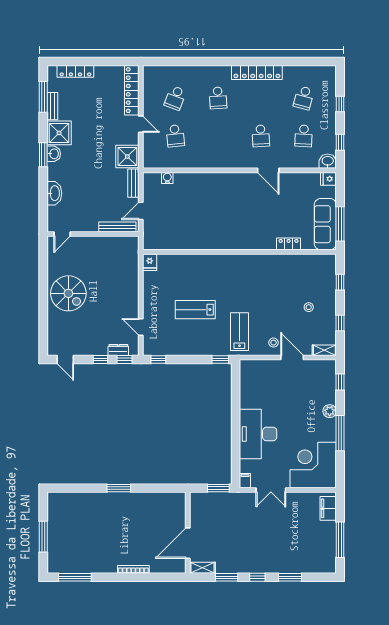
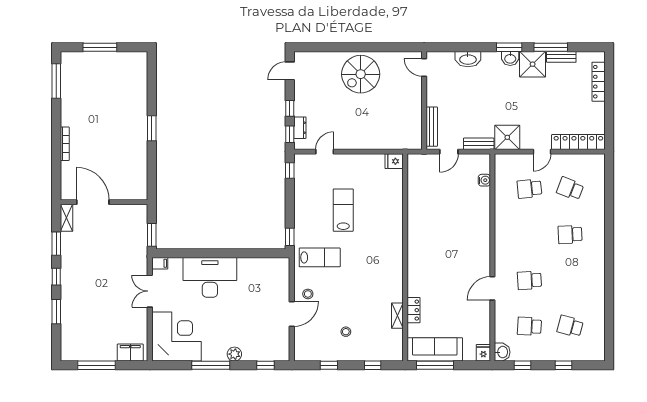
locker: (257, 72) -> (597, 276), removed
window: (43, 97) -> (551, 47), moved
door: (141, 211) -> (449, 152), swing flipped
shelving: (324, 350) -> (397, 316), moved

